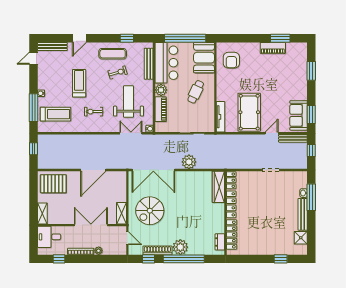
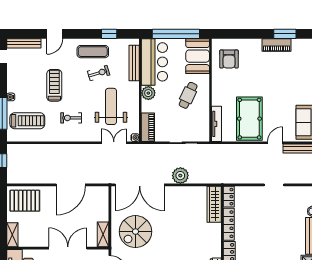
piano: (161, 109) -> (148, 127), moved

